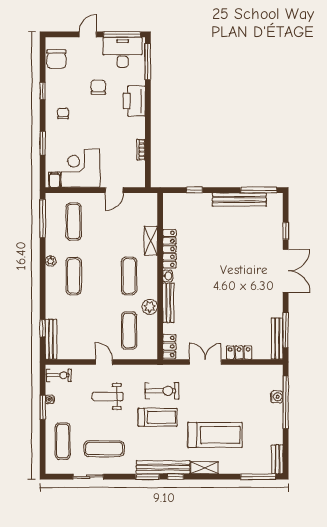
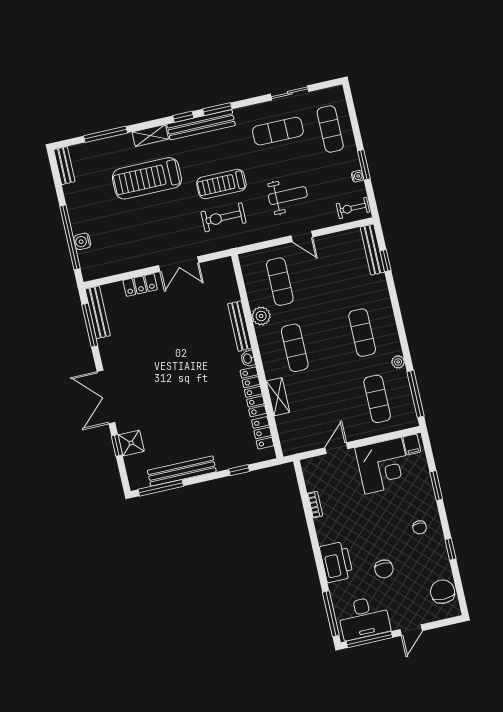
shower: (274, 230) -> (131, 443), added
plant: (51, 261) -> (398, 362), moved
locker: (169, 346) -> (263, 433), moved
window: (258, 477) -> (105, 134), moved

